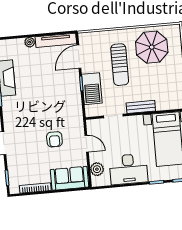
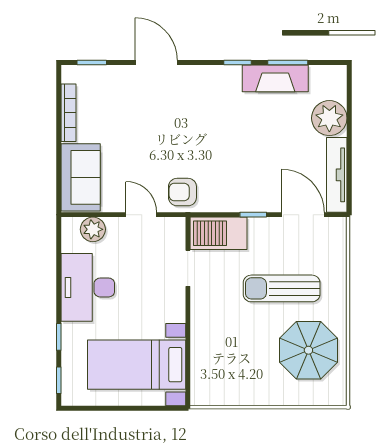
plant: (30, 42) -> (329, 118), width x1.88, depth x1.88
barbecue: (92, 89) -> (219, 233), moved
bench: (141, 107) -> (200, 320), removed
armchair: (54, 139) -> (182, 192), moved
door: (87, 144) -> (141, 215), swing flipped

